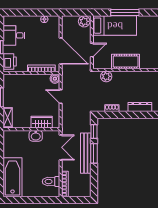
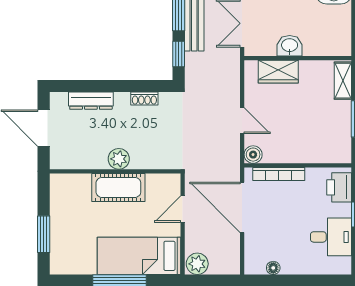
plant: (106, 76) -> (119, 159), moved

